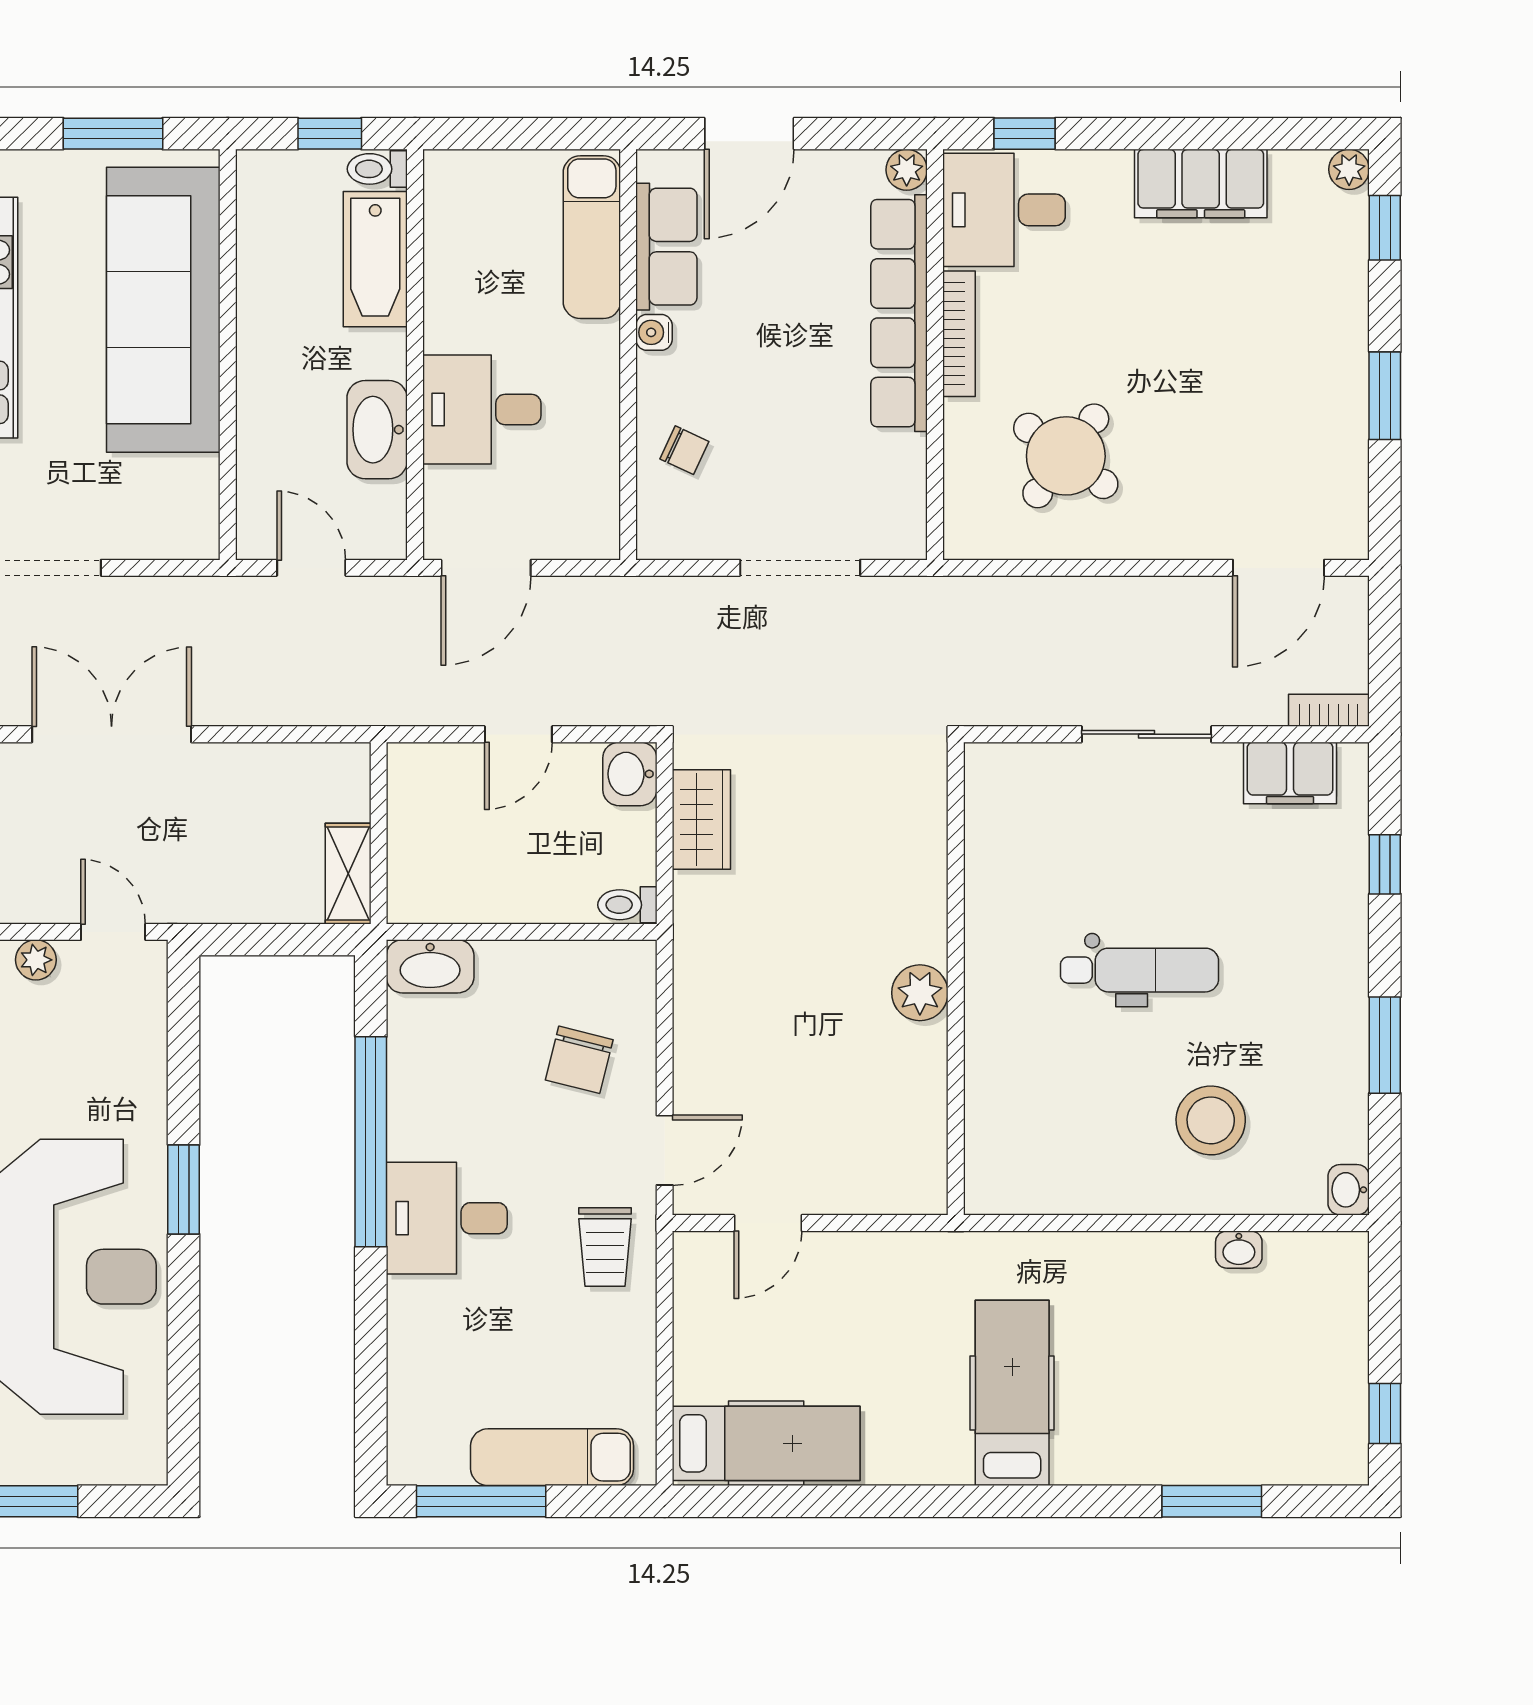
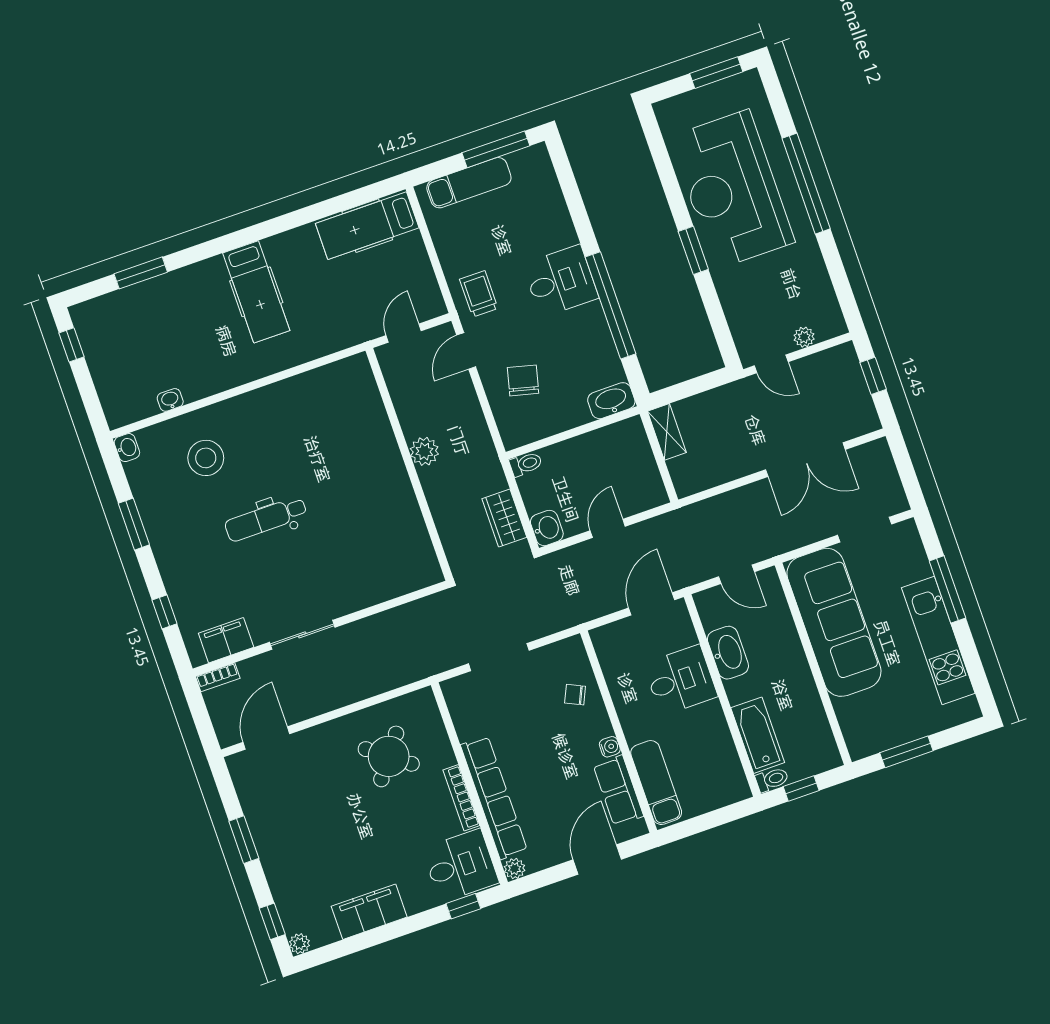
sofa: (163, 310) -> (834, 622), moved
wall: (956, 979) -> (409, 464), moved
plant: (920, 993) -> (424, 451), moved

